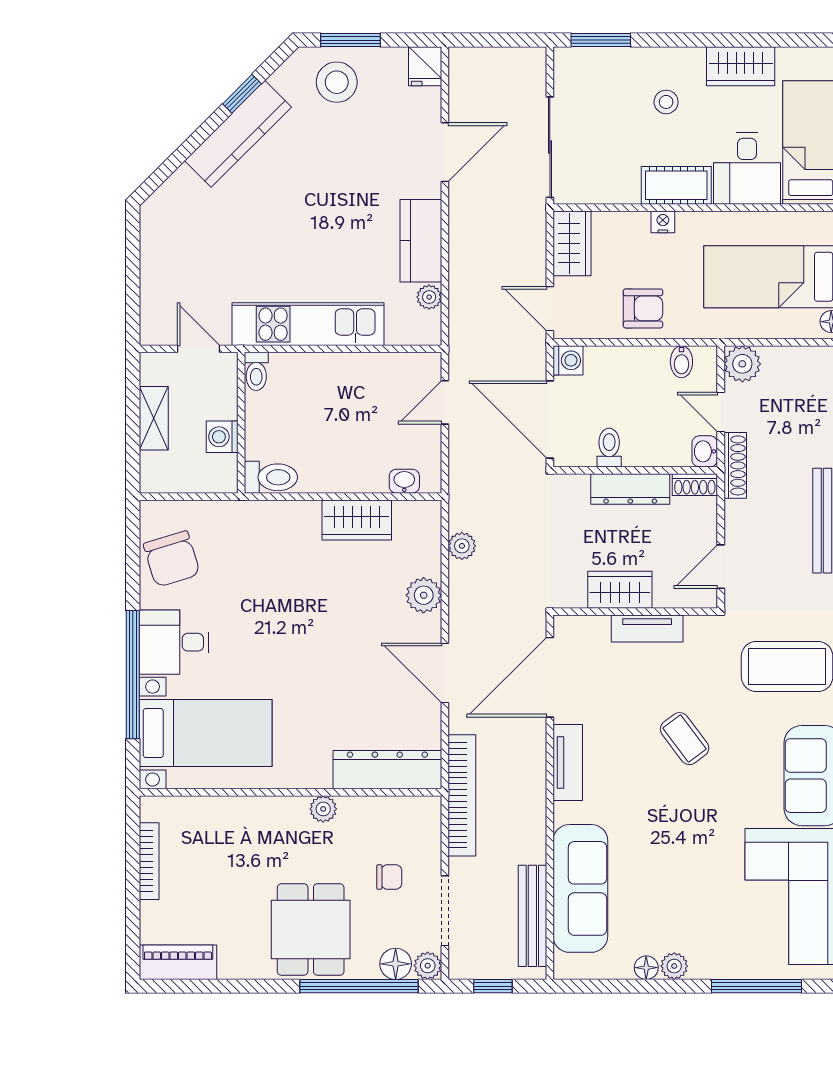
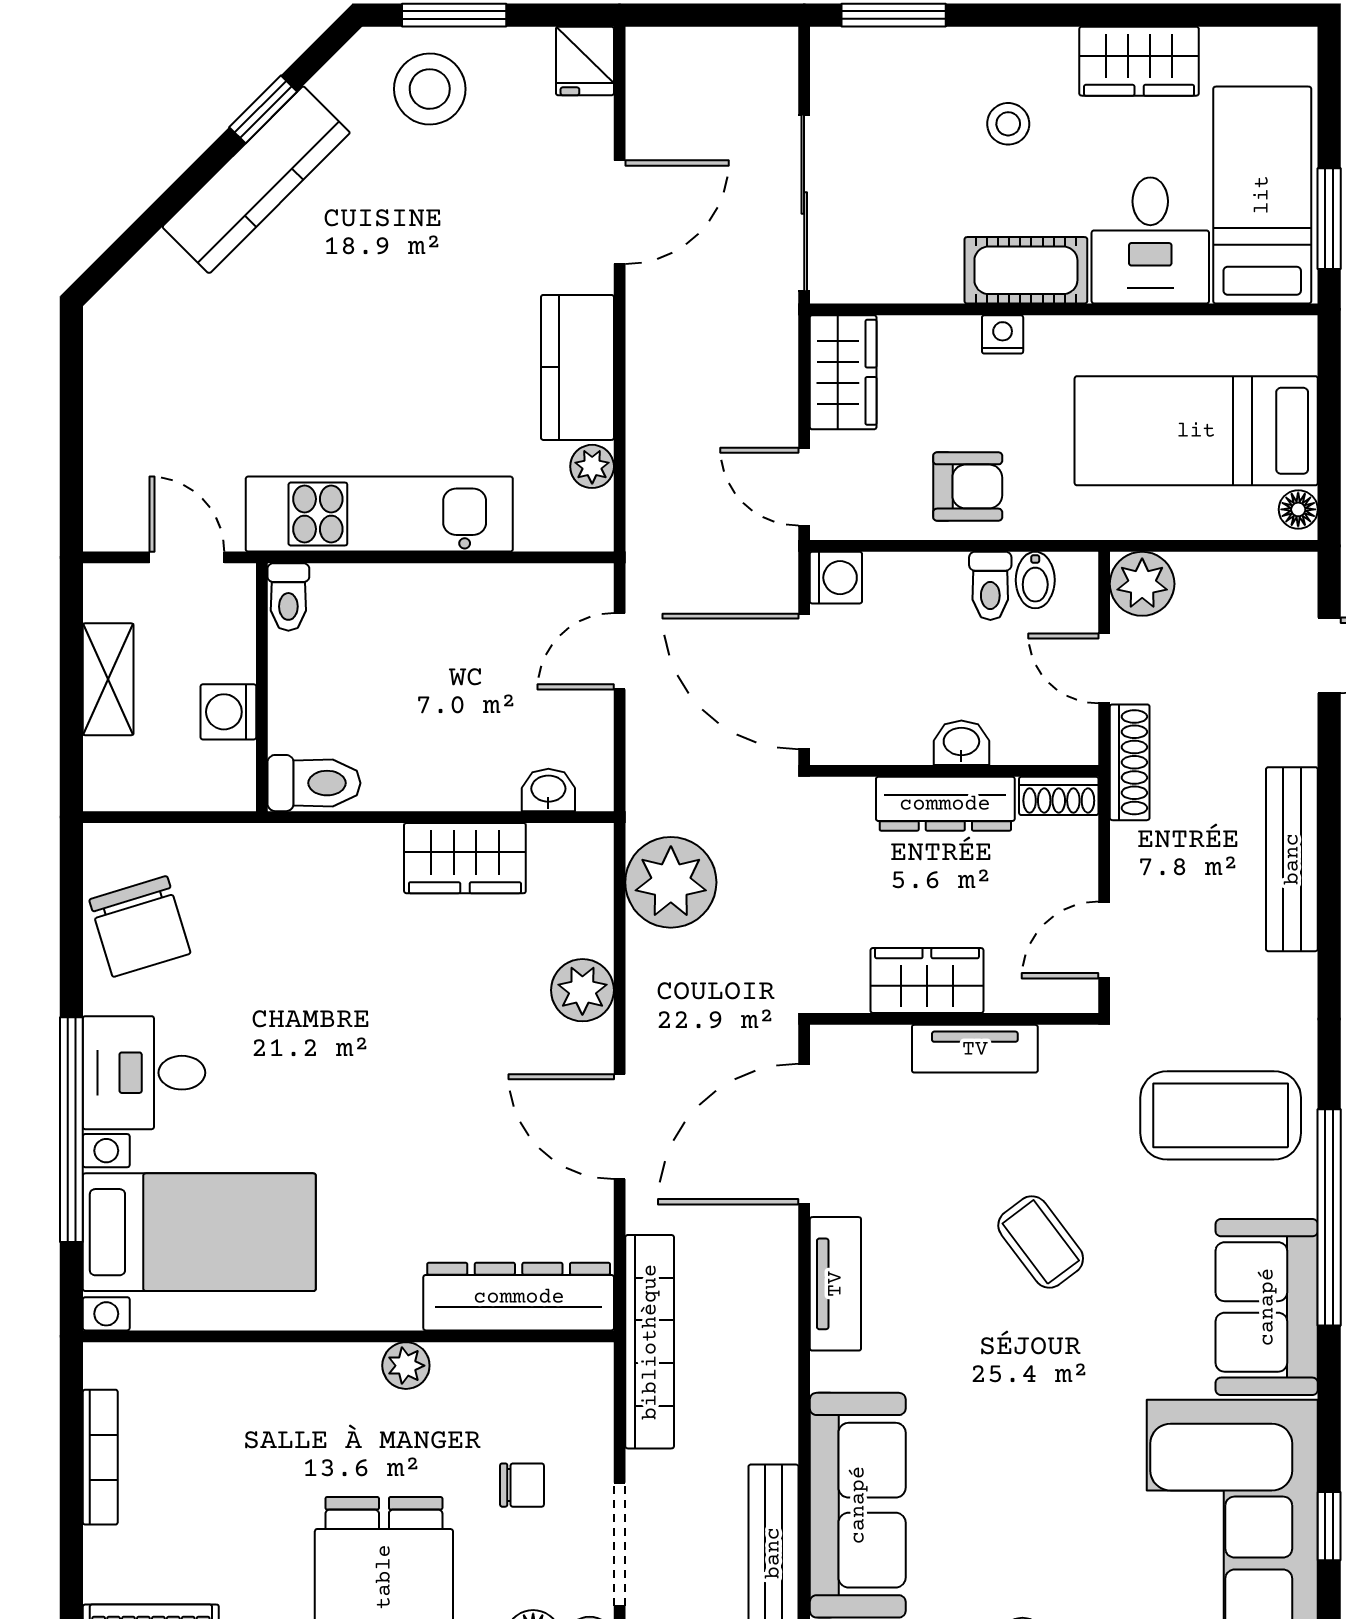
toilet: (609, 448) -> (990, 586), moved, turned 180
washbasin: (705, 451) -> (961, 743), moved, turned 90
plant: (462, 546) -> (671, 882), width x1.88, depth x1.88

